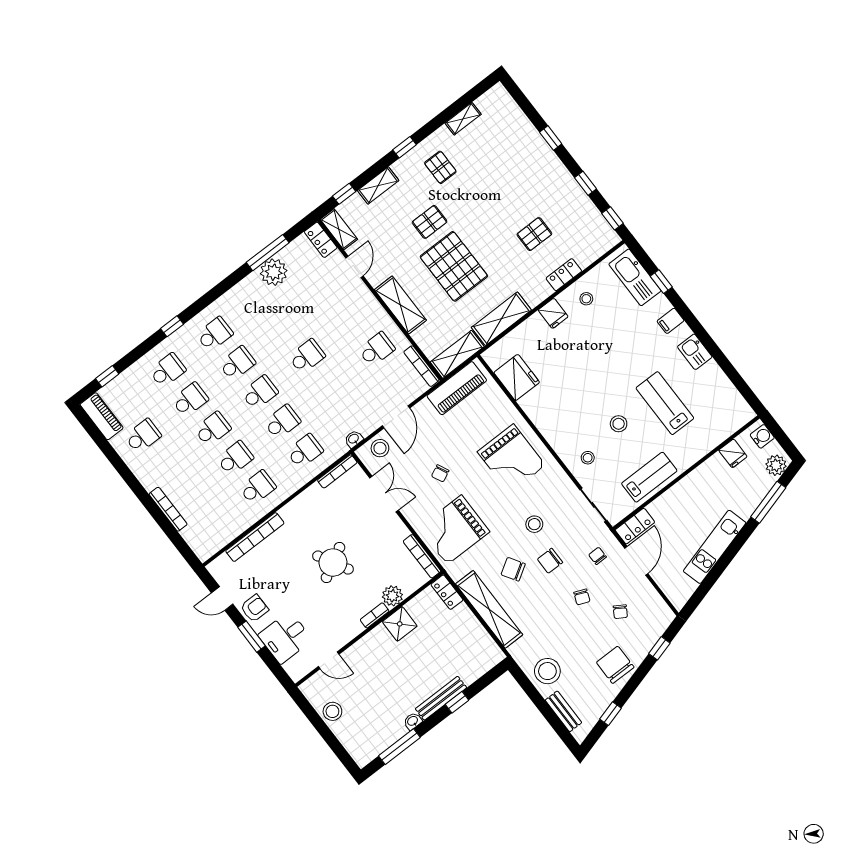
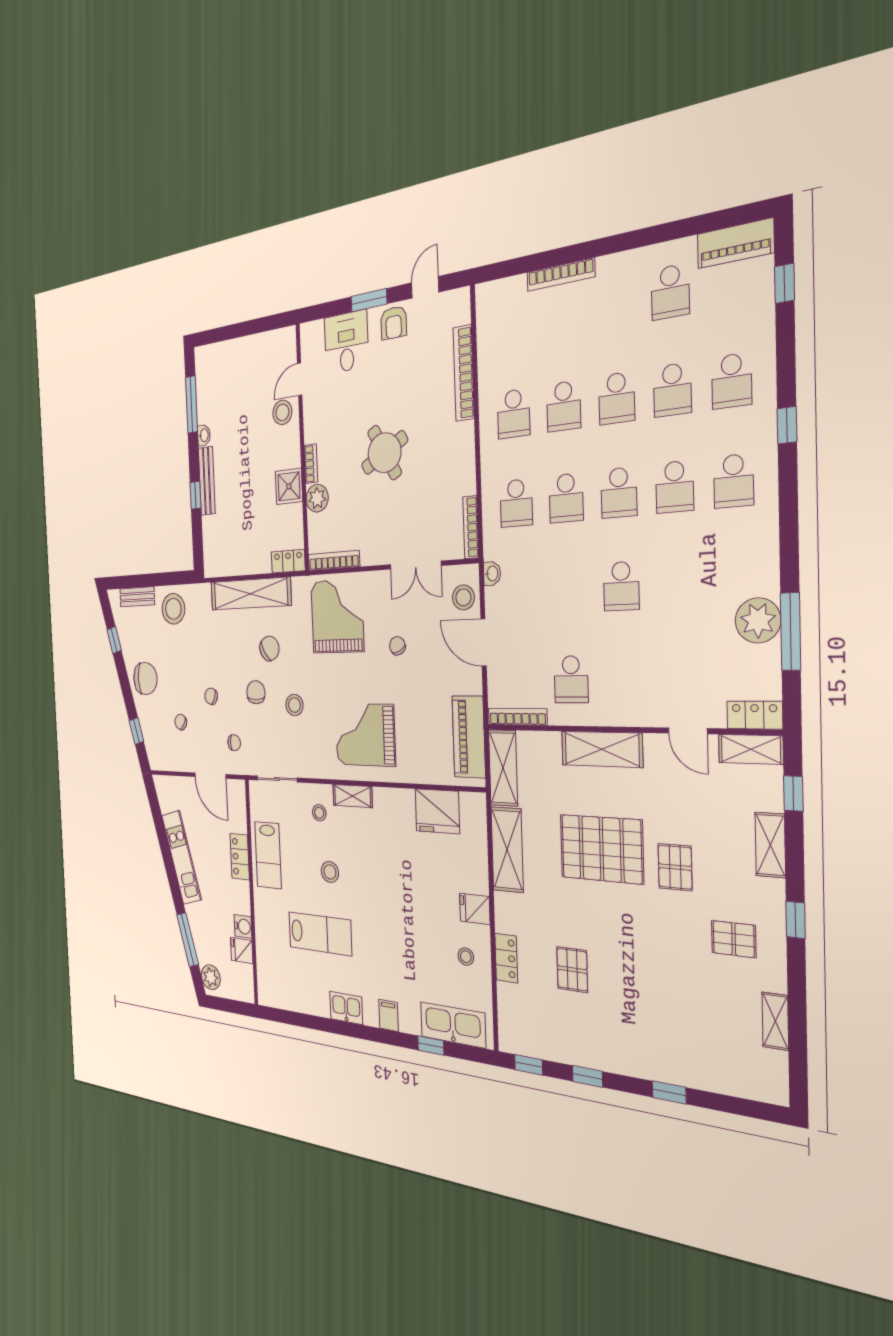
water cooler: (762, 436) -> (243, 926), moved, turned -90
shelving: (556, 441) -> (353, 796), added
locker: (635, 526) -> (240, 857), moved
stool: (332, 711) -> (282, 412), moved

